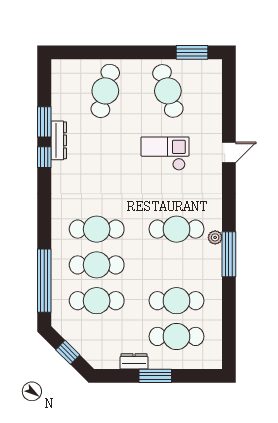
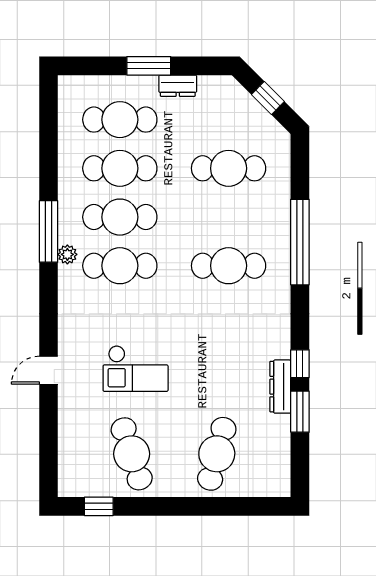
window: (192, 52) -> (99, 506), width x0.67
cafe table: (97, 265) -> (120, 217), moved
window: (44, 281) -> (300, 242), moved

